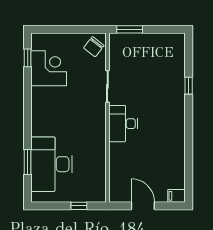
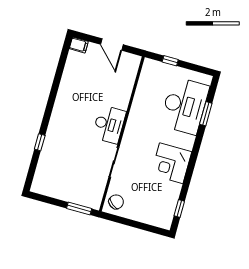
corner desk: (49, 68) -> (171, 163), moved

